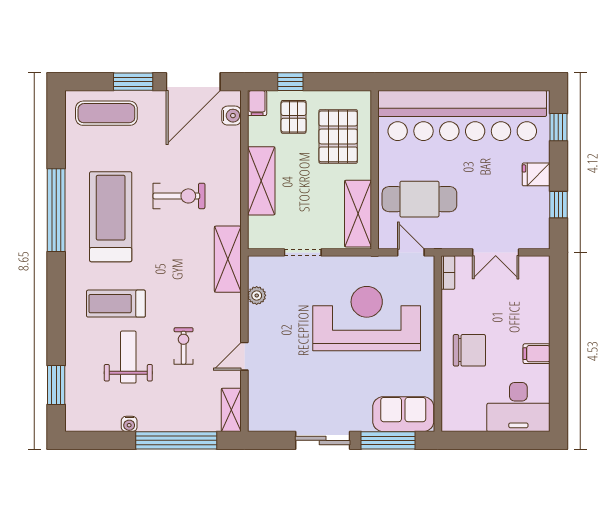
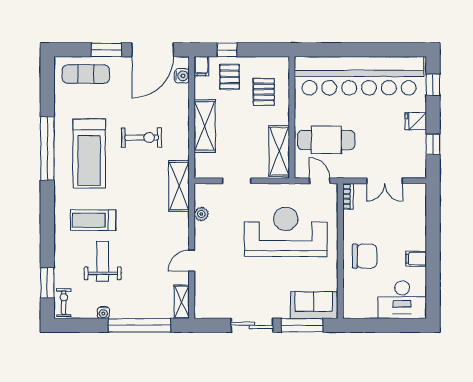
pallet: (338, 136) -> (264, 92), width x0.67, depth x0.71
treadmill: (111, 217) -> (89, 153), turned 180
exercise bike: (184, 346) -> (64, 303), moved

